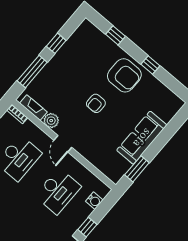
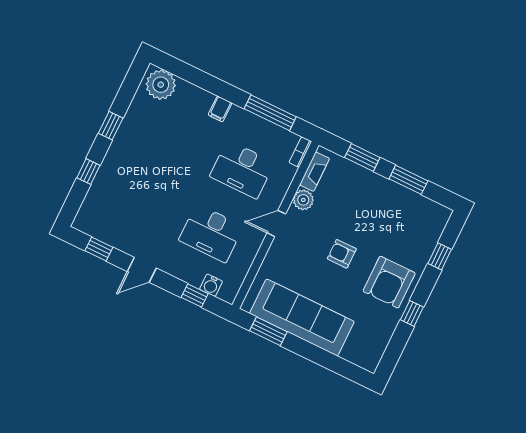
window: (56, 43) -> (408, 180), width x1.50
window: (32, 72) -> (362, 157), width x0.69
sofa: (142, 138) -> (302, 318), width x1.36, depth x1.27
window: (87, 227) -> (195, 295), moved

